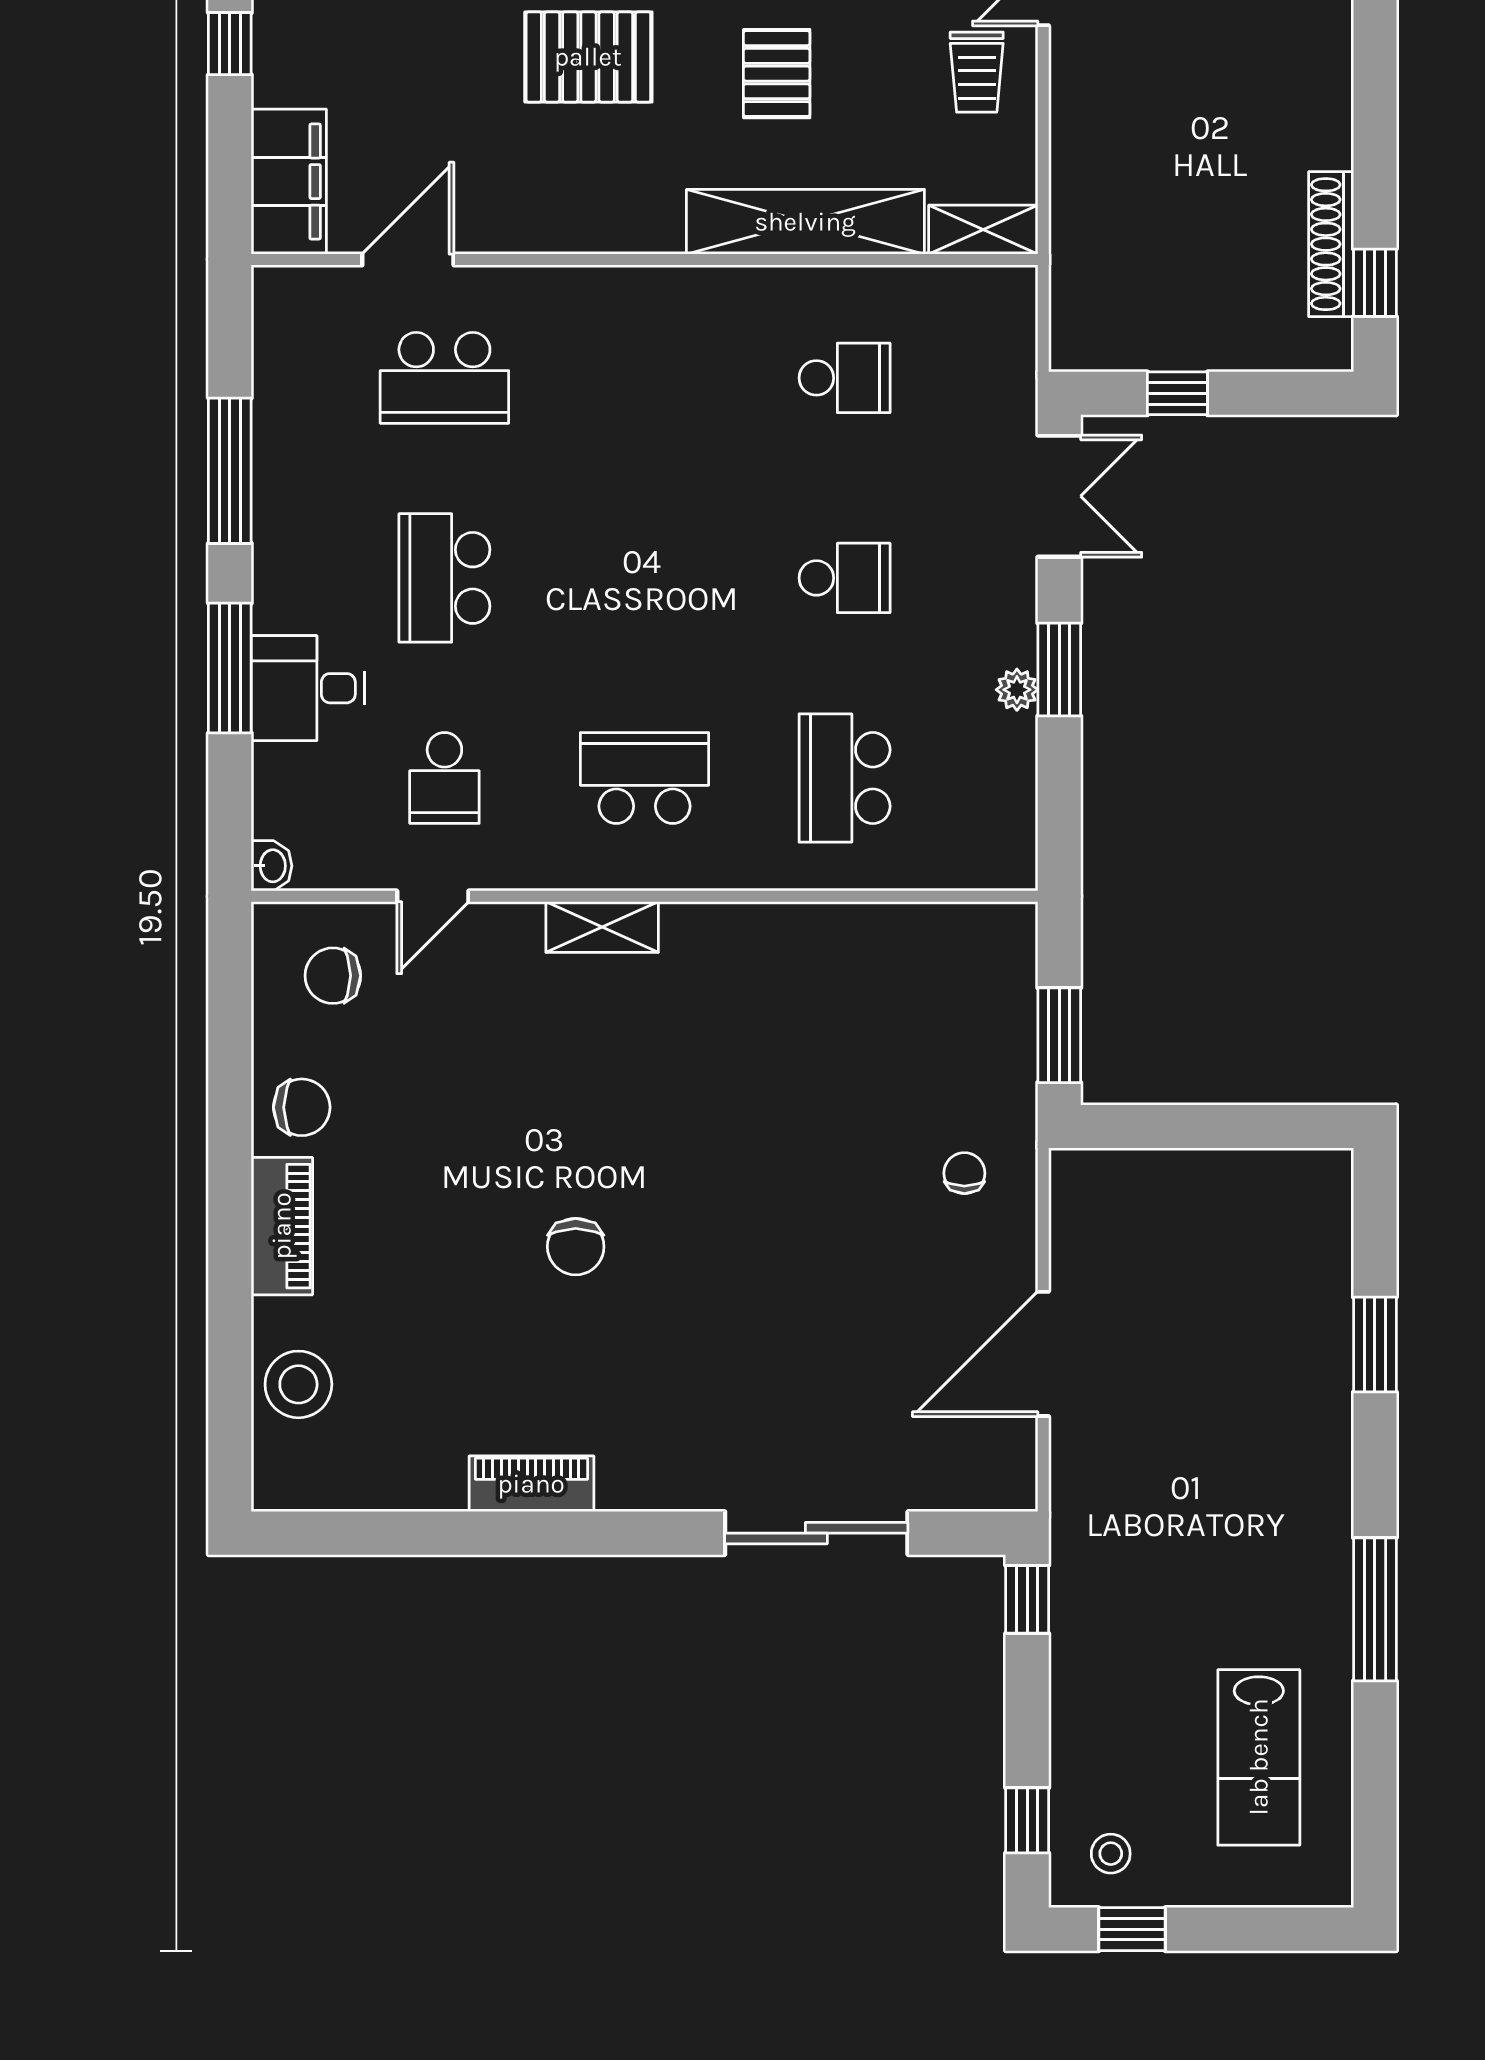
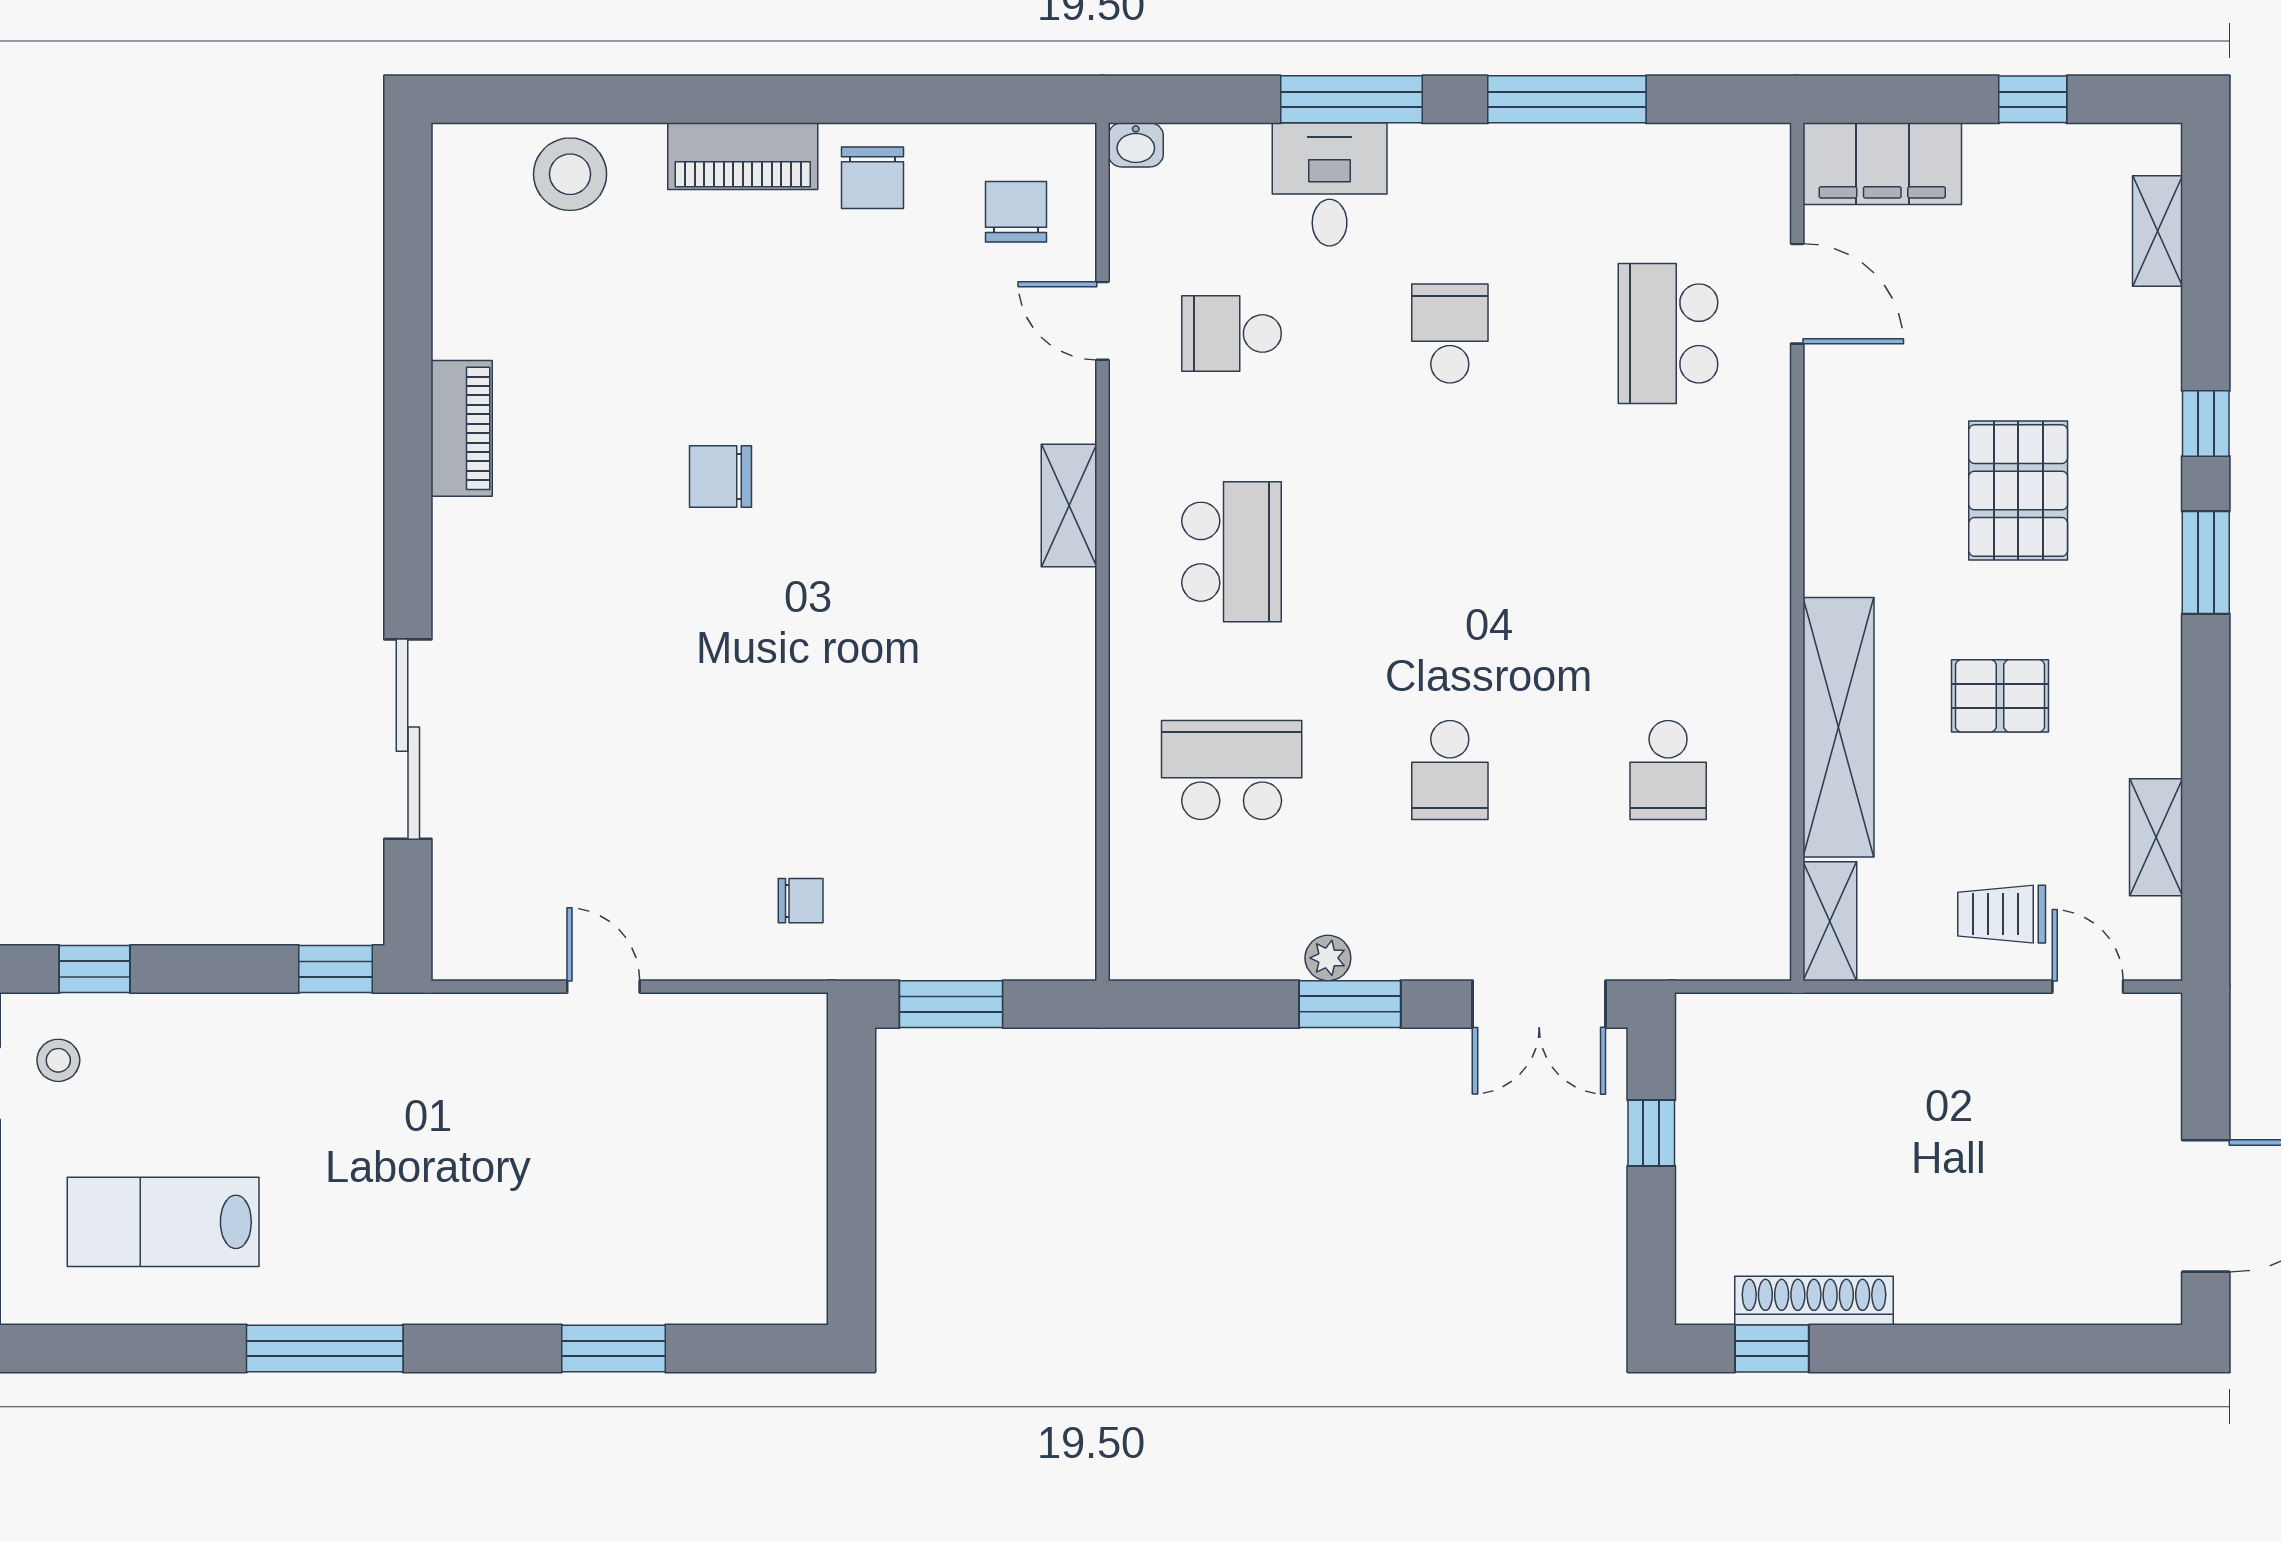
school desk: (444, 578) -> (1450, 333), width x0.54
door: (1043, 1354) -> (603, 987), width x0.53

